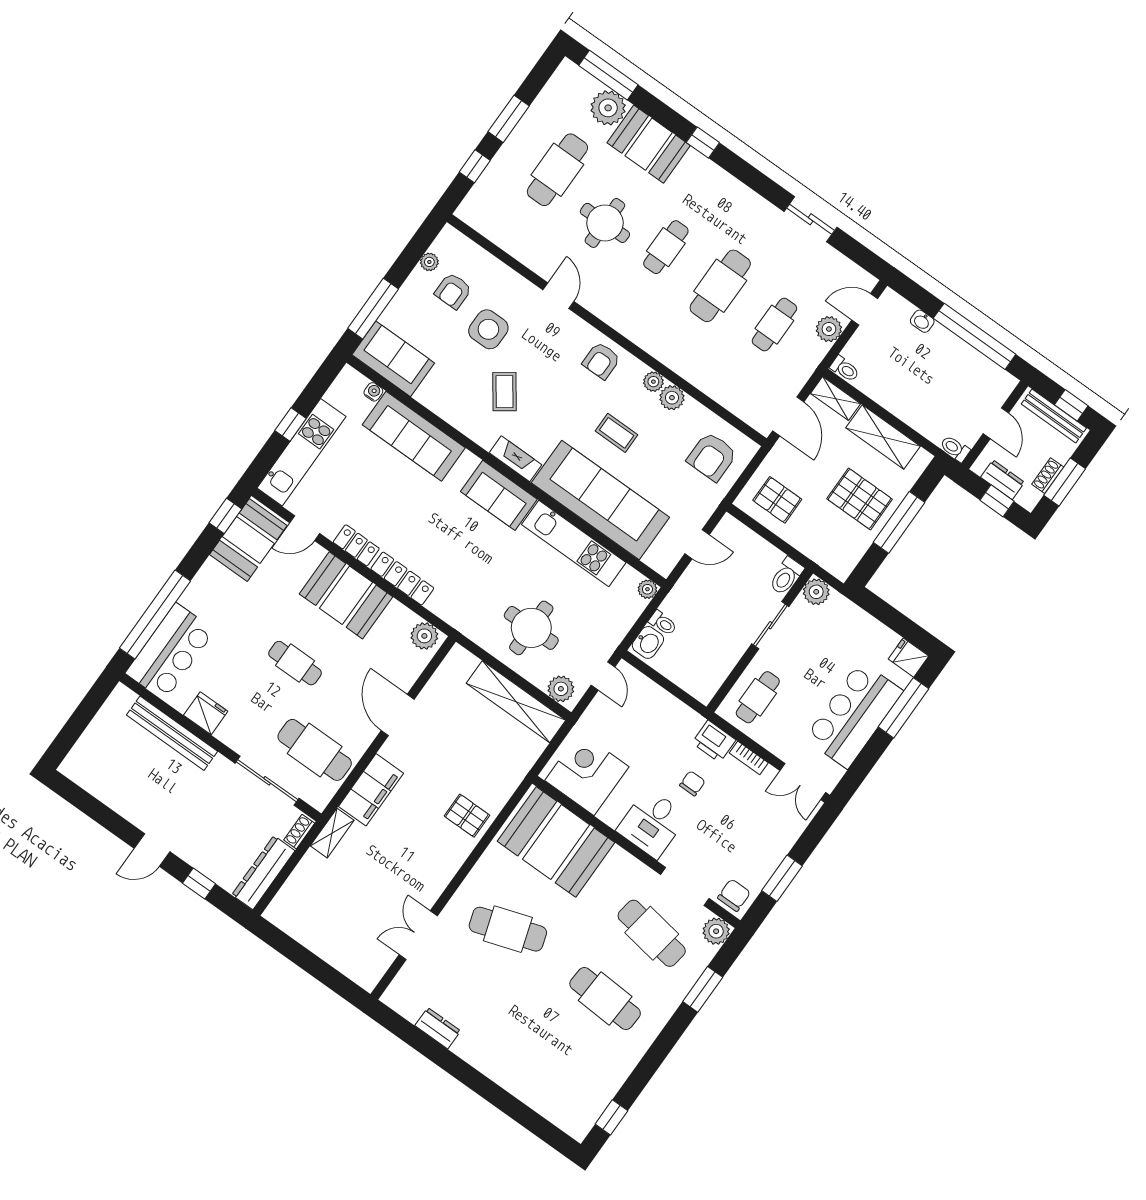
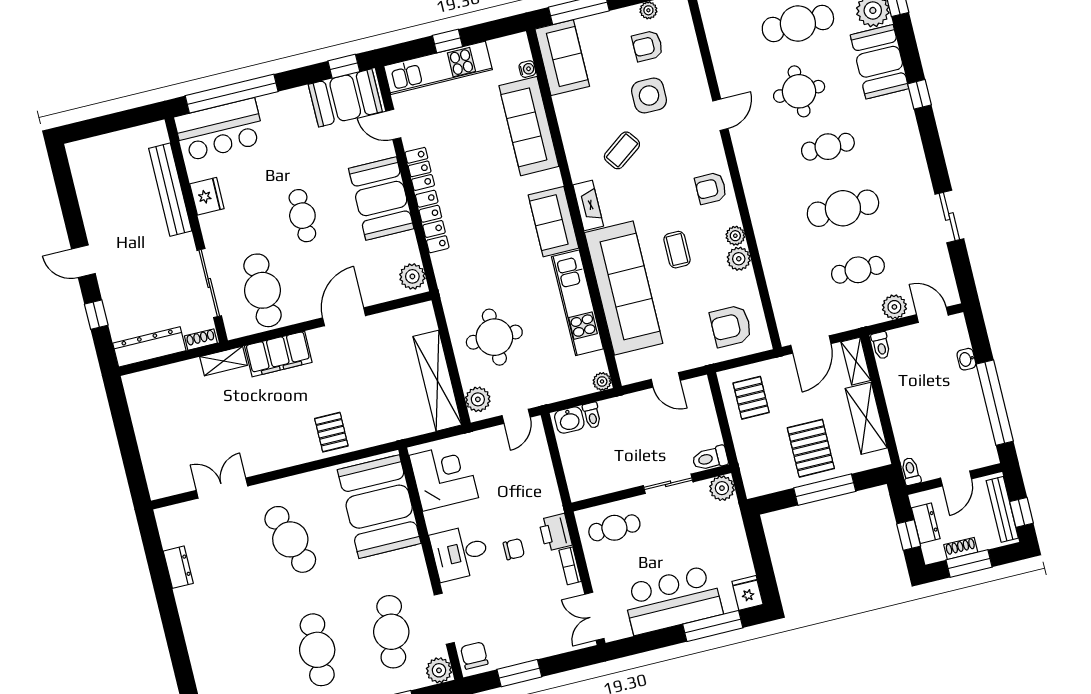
chair: (734, 895) -> (474, 656), turned -90

